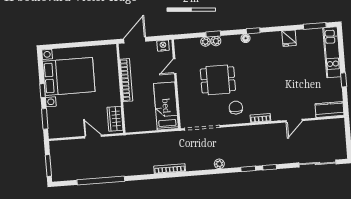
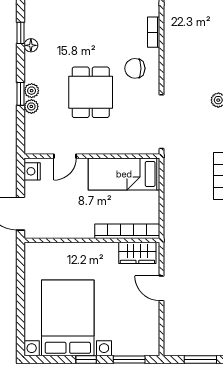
door: (175, 66) -> (65, 156), hinge flipped
bookcase: (126, 80) -> (127, 231), moved
door: (93, 136) -> (162, 288), hinge flipped

